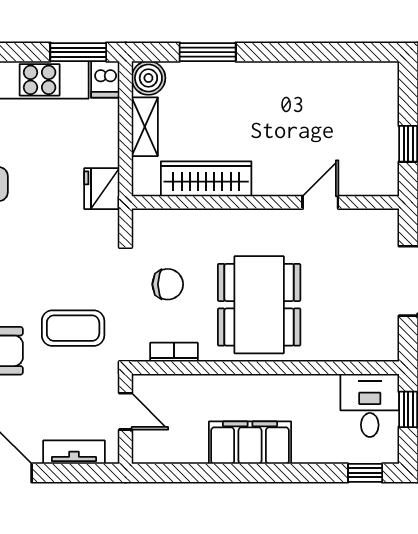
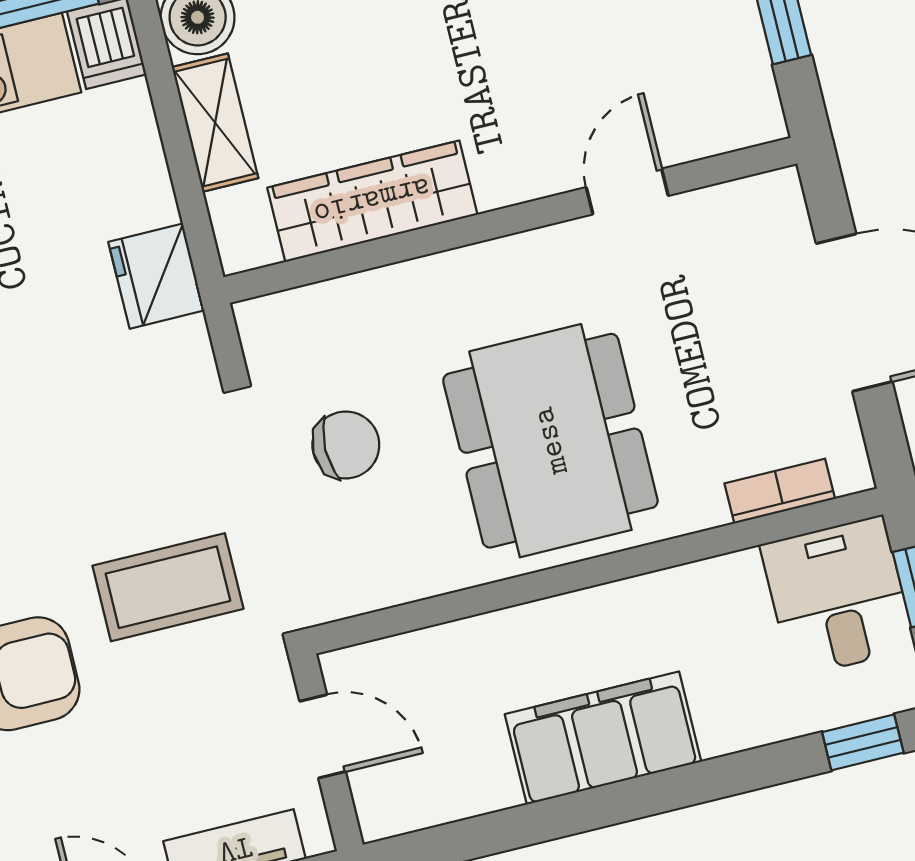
bookcase: (174, 352) -> (780, 491), moved

